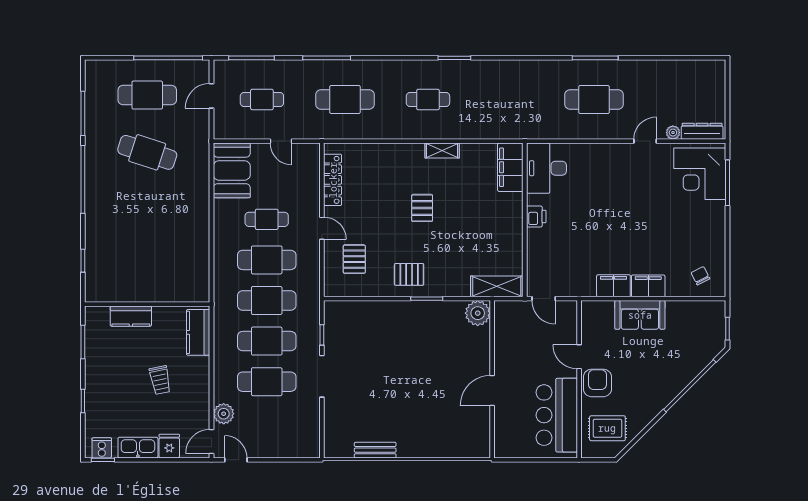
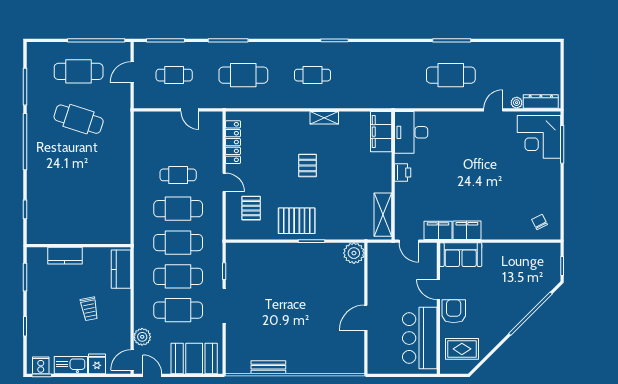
booth: (232, 170) -> (194, 358), moved, turned 90
pallet: (409, 274) -> (297, 221), width x1.50, depth x1.42
shelving: (497, 286) -> (383, 215), moved, turned 90
filing cabinet: (648, 286) -> (438, 230), moved
sofa: (640, 315) -> (461, 255), moved

